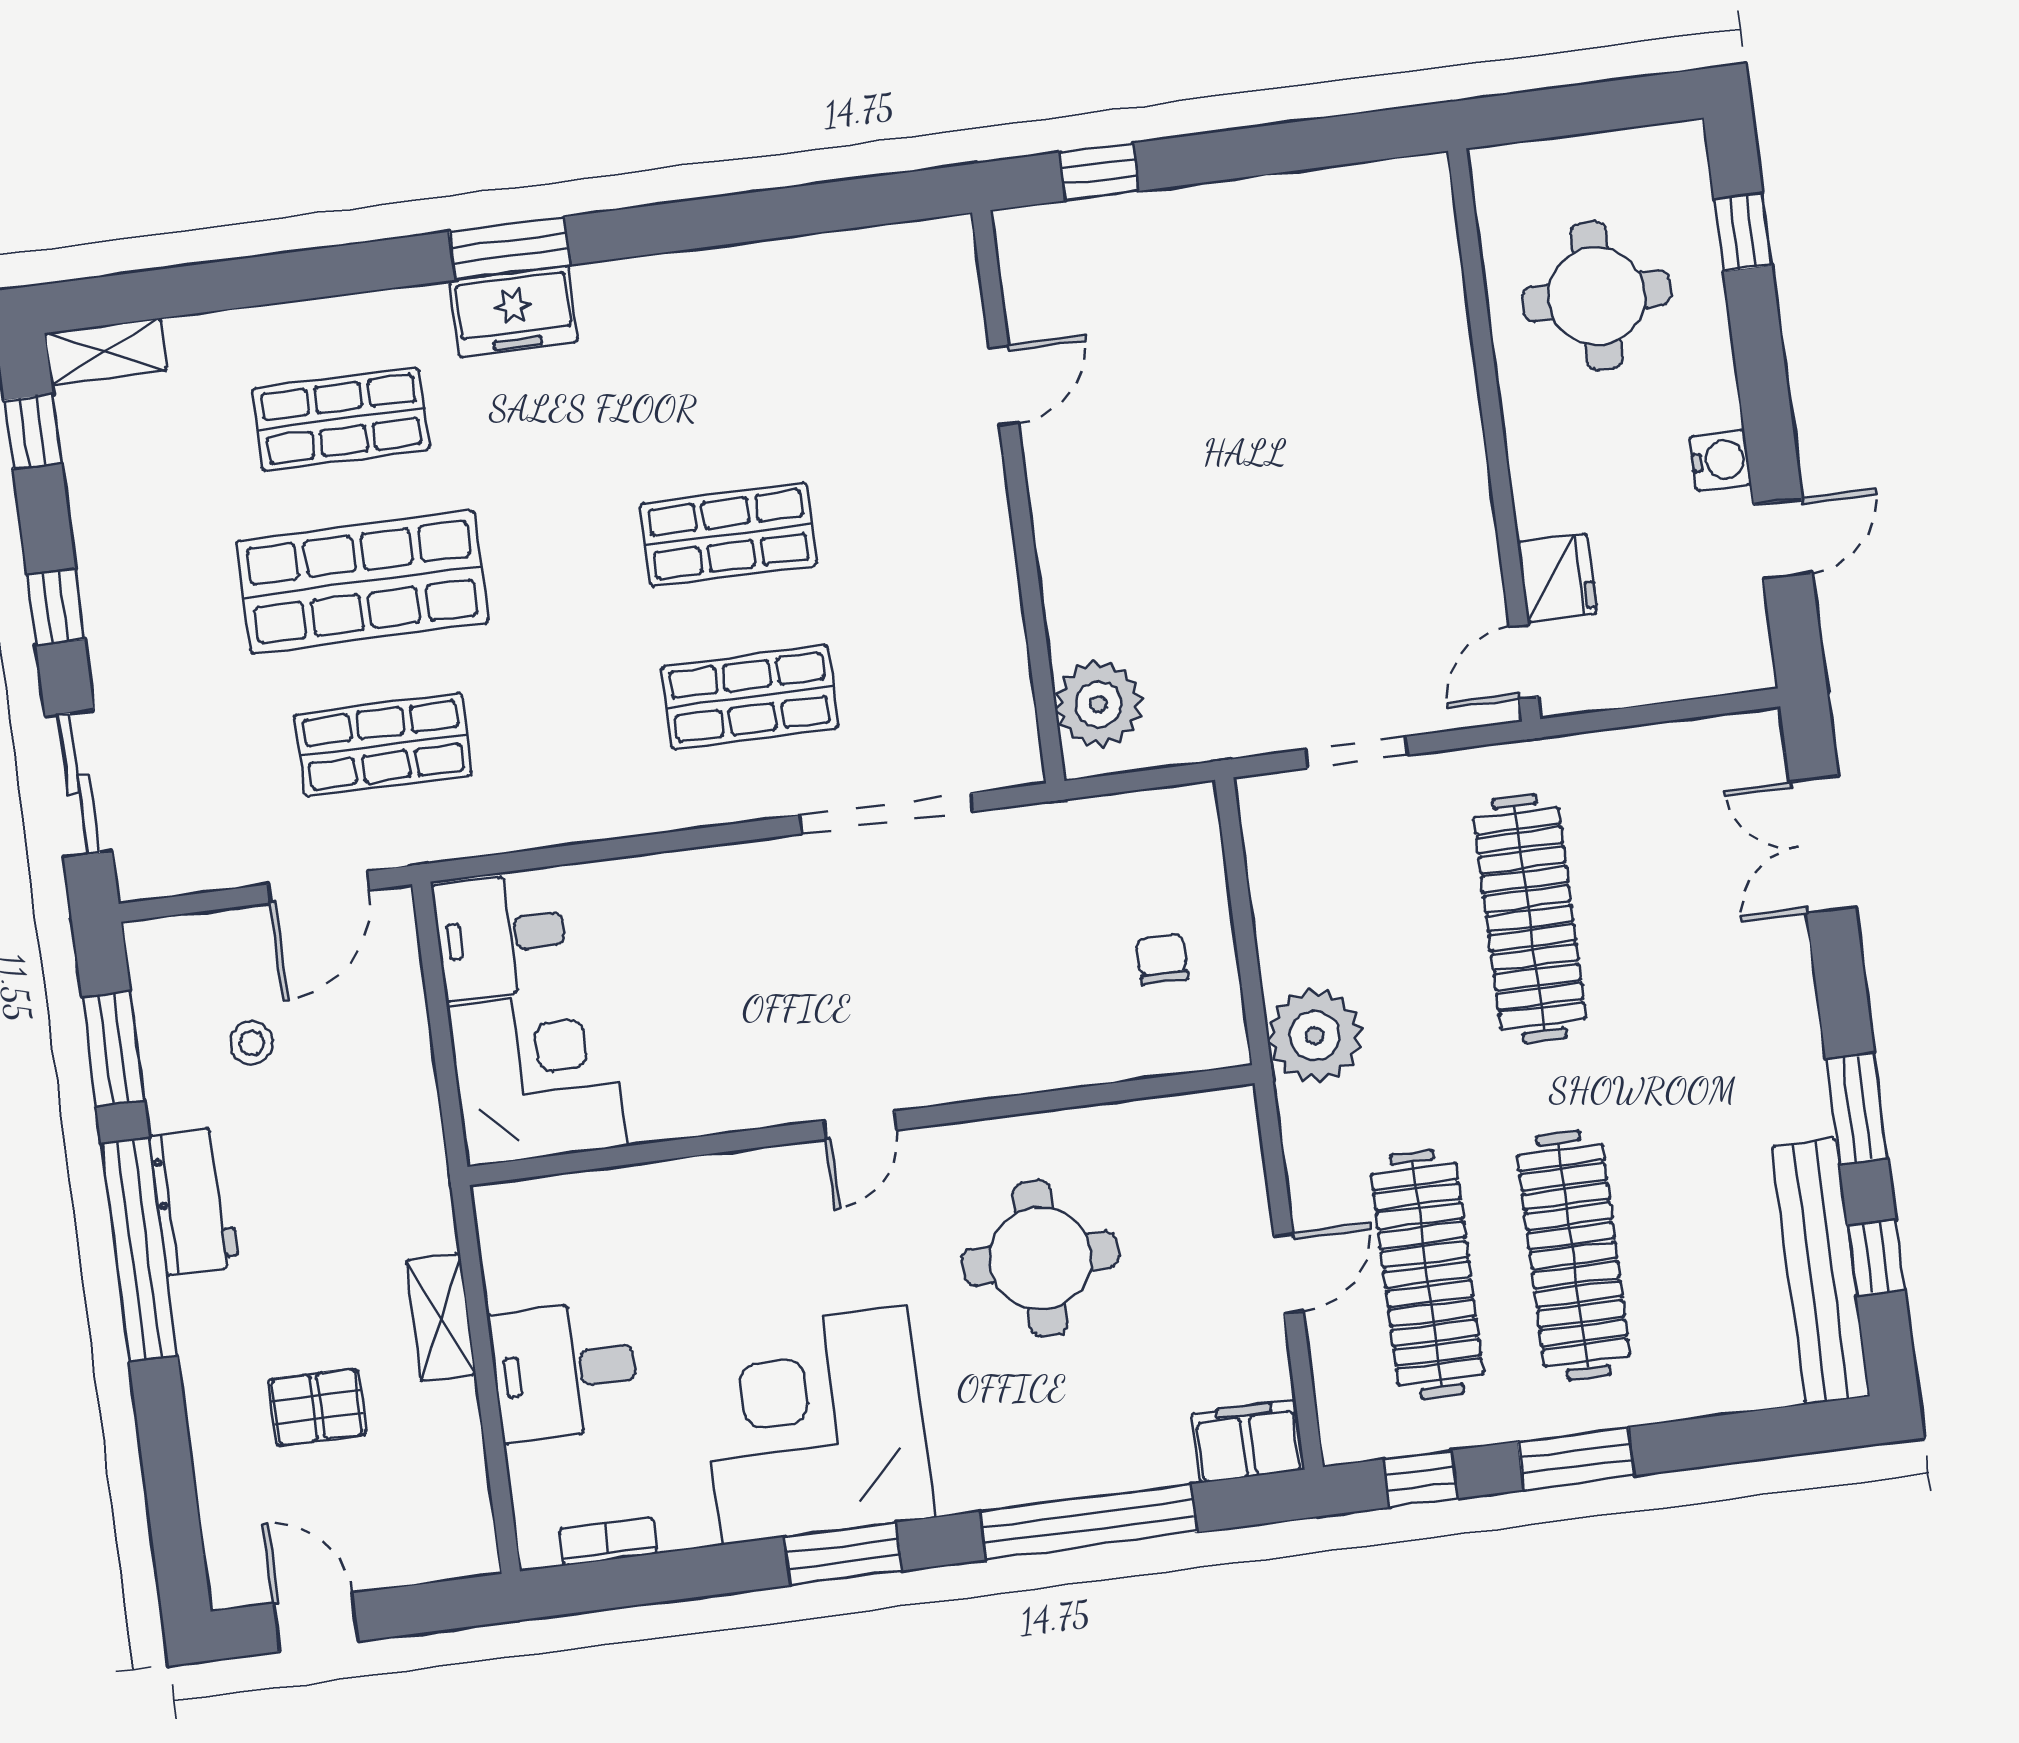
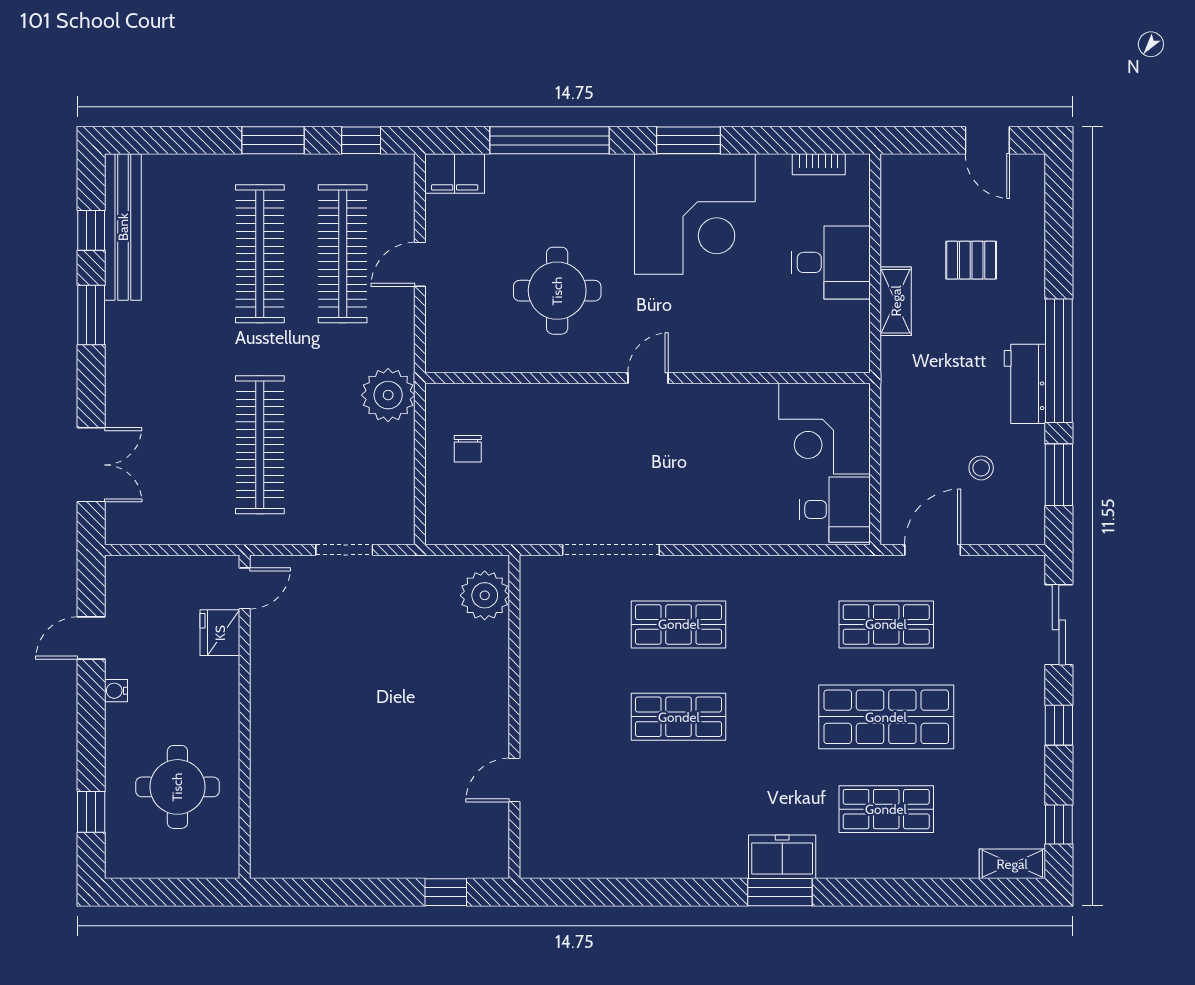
water cooler: (1720, 460) -> (116, 691), width x0.72, depth x0.72

